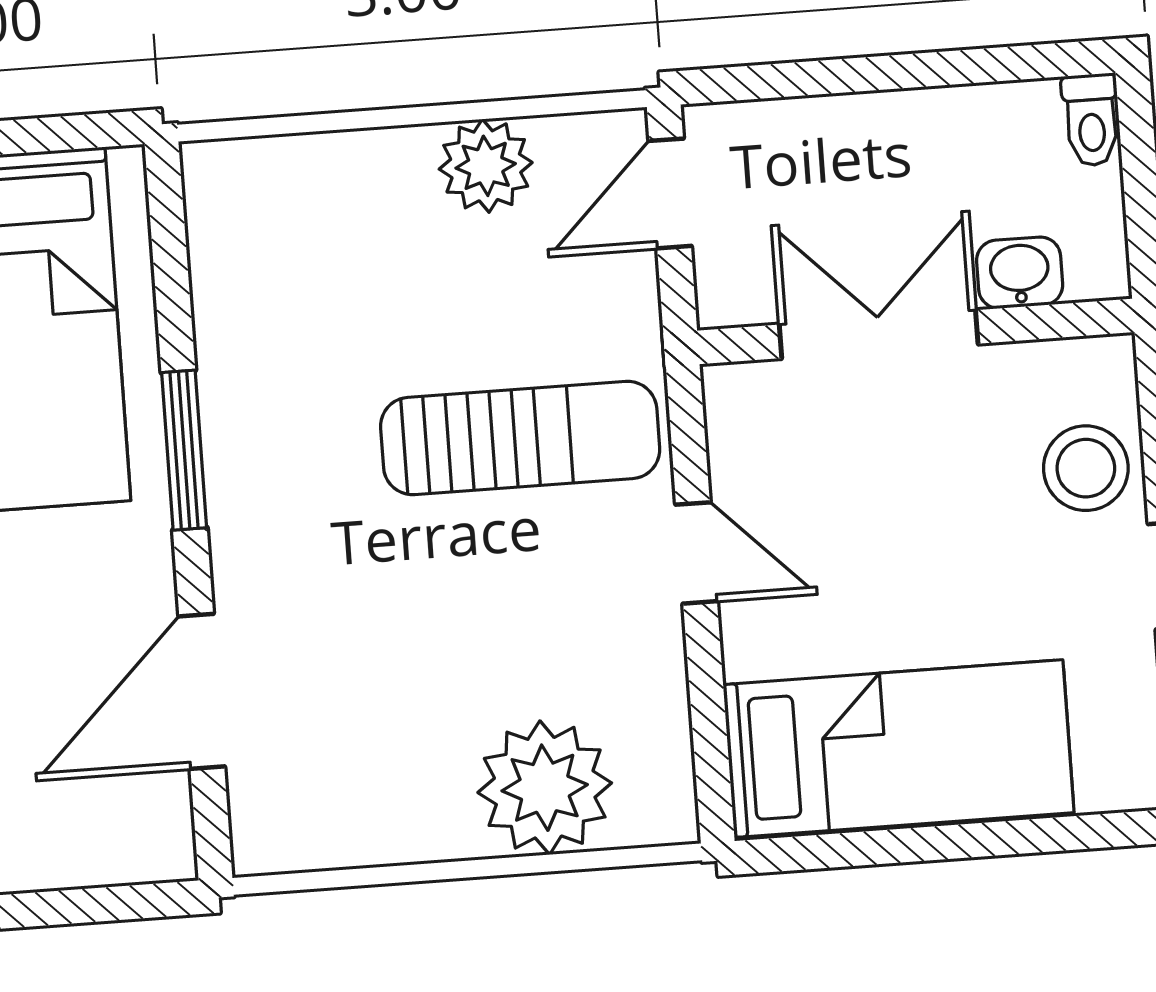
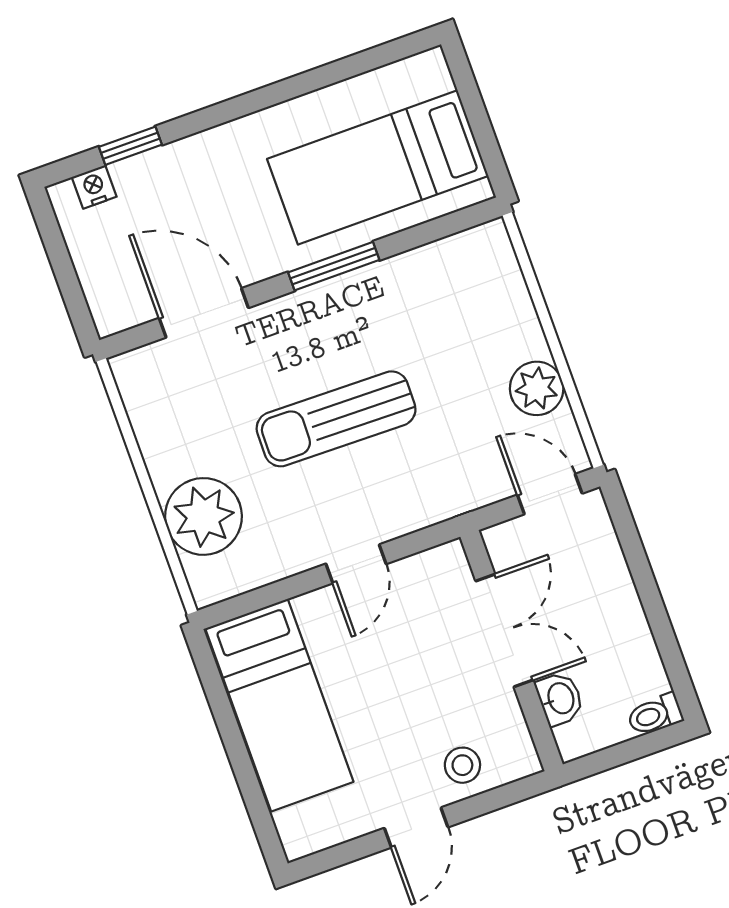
sun lounger: (520, 438) -> (336, 419), moved, turned 91
stool: (1086, 468) -> (462, 765), width x0.73, depth x0.73

